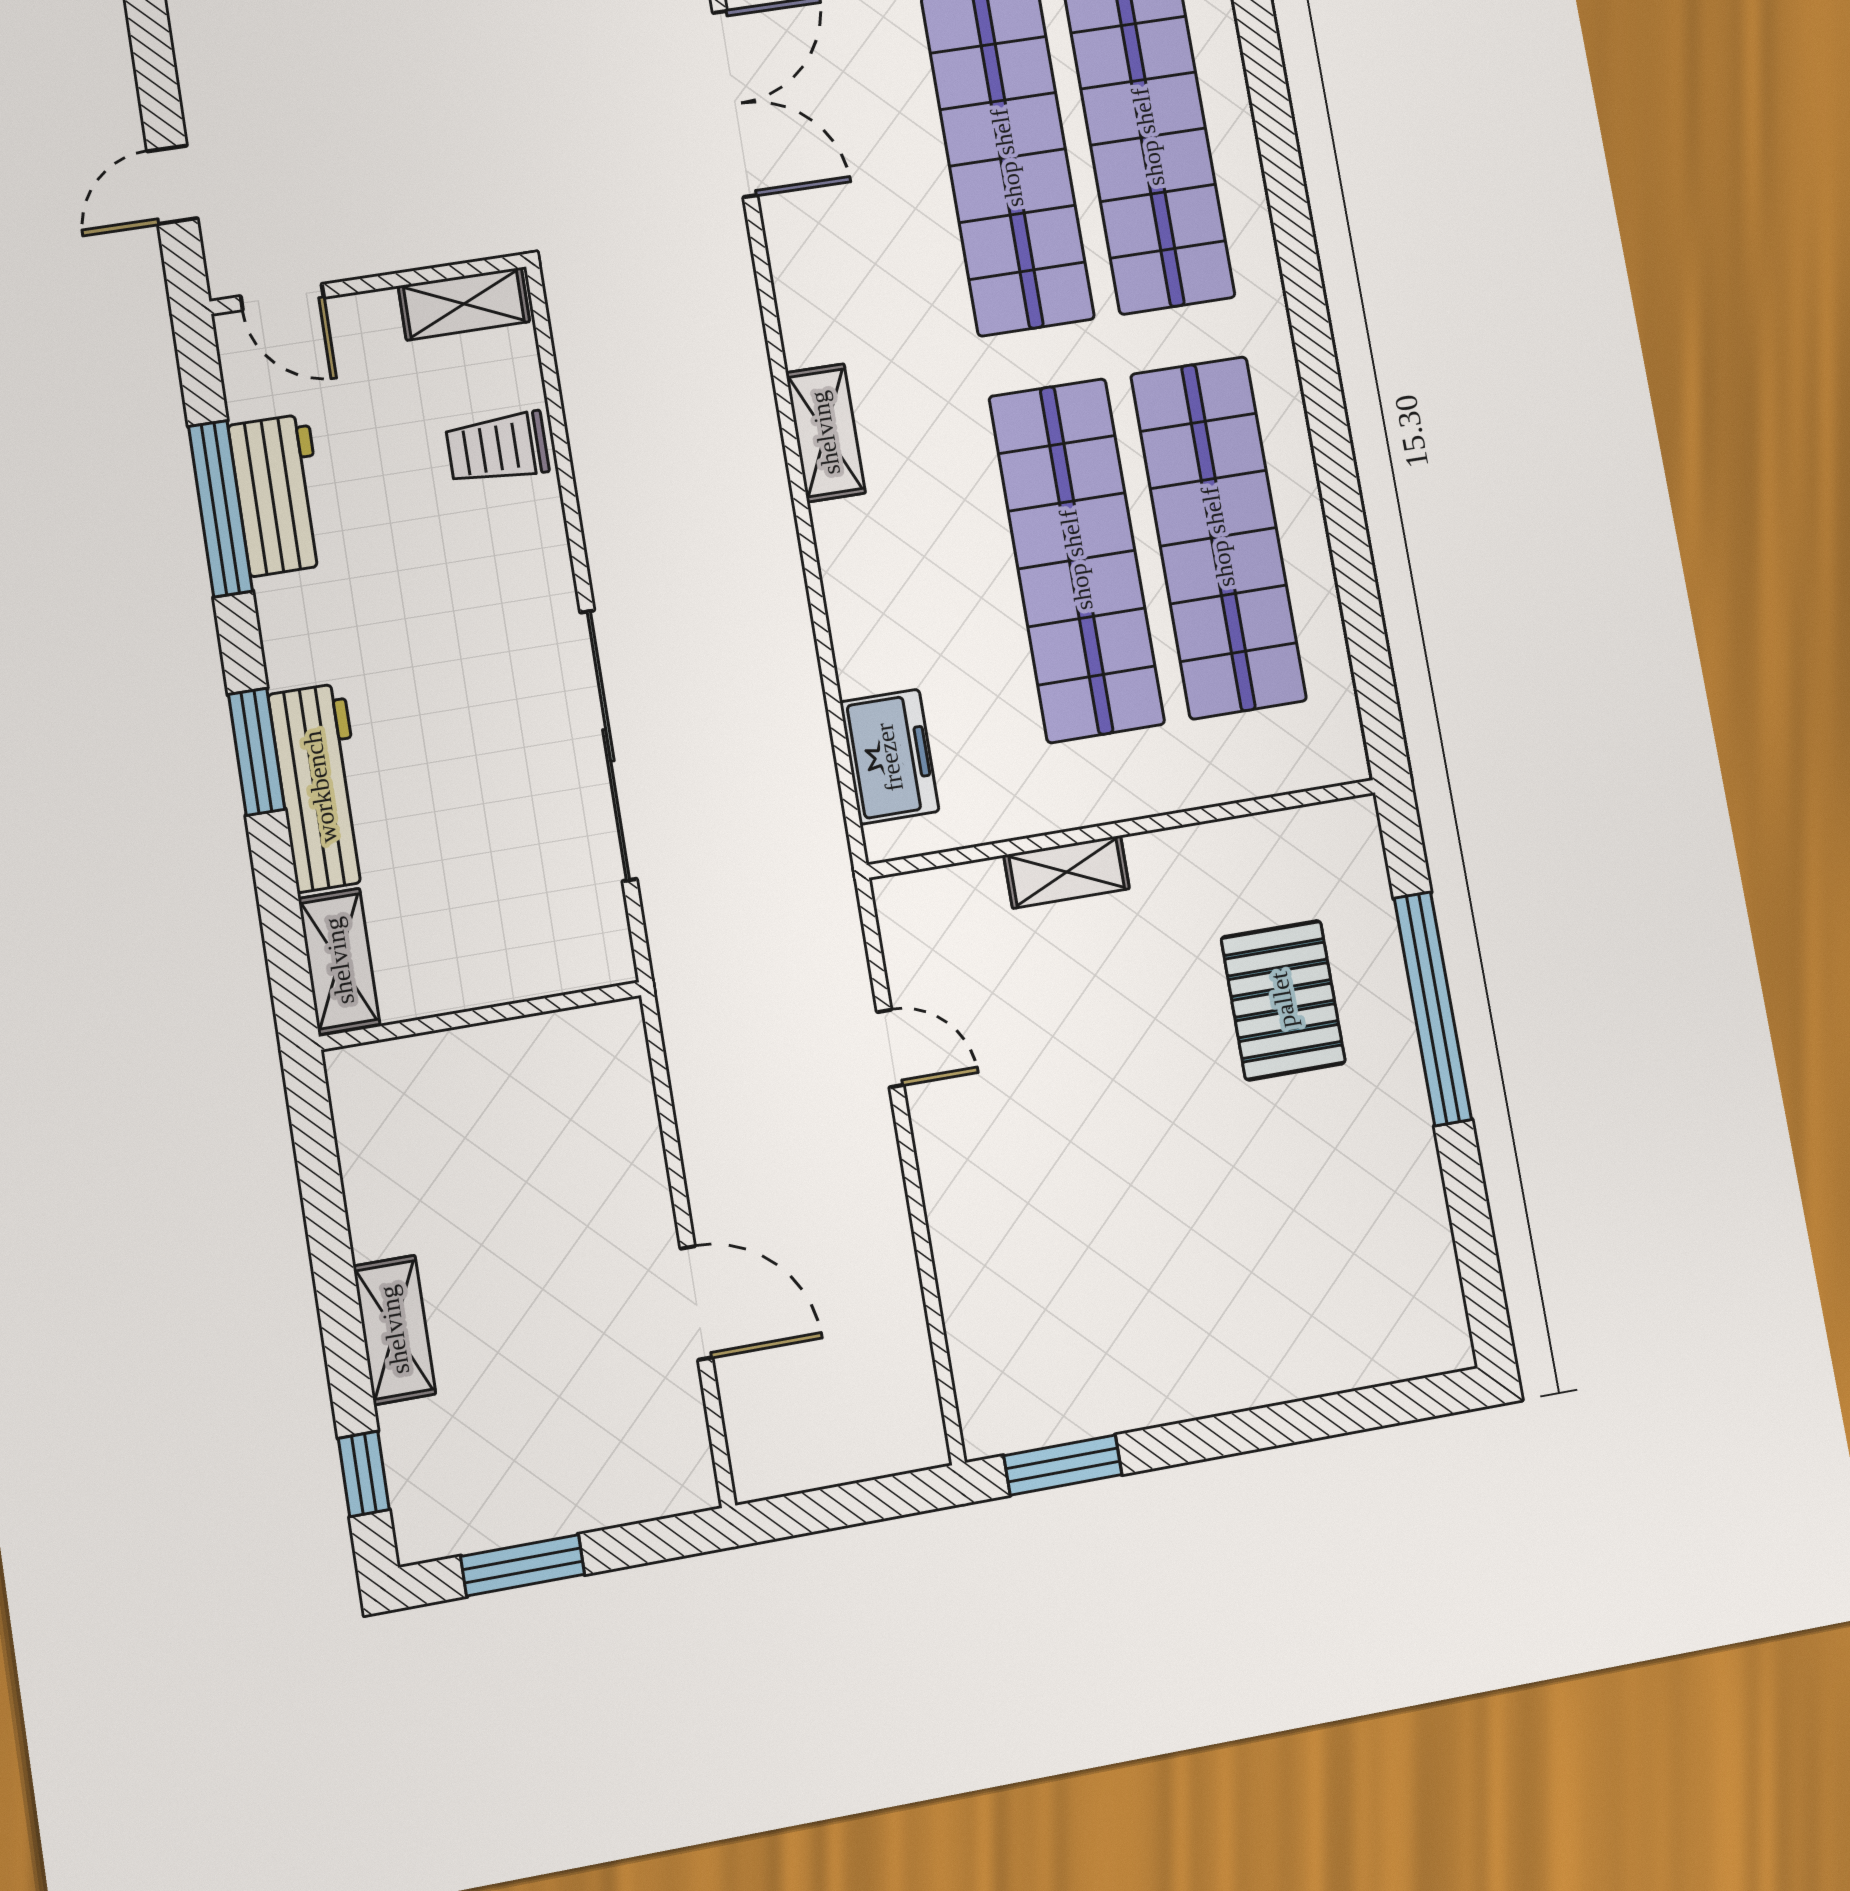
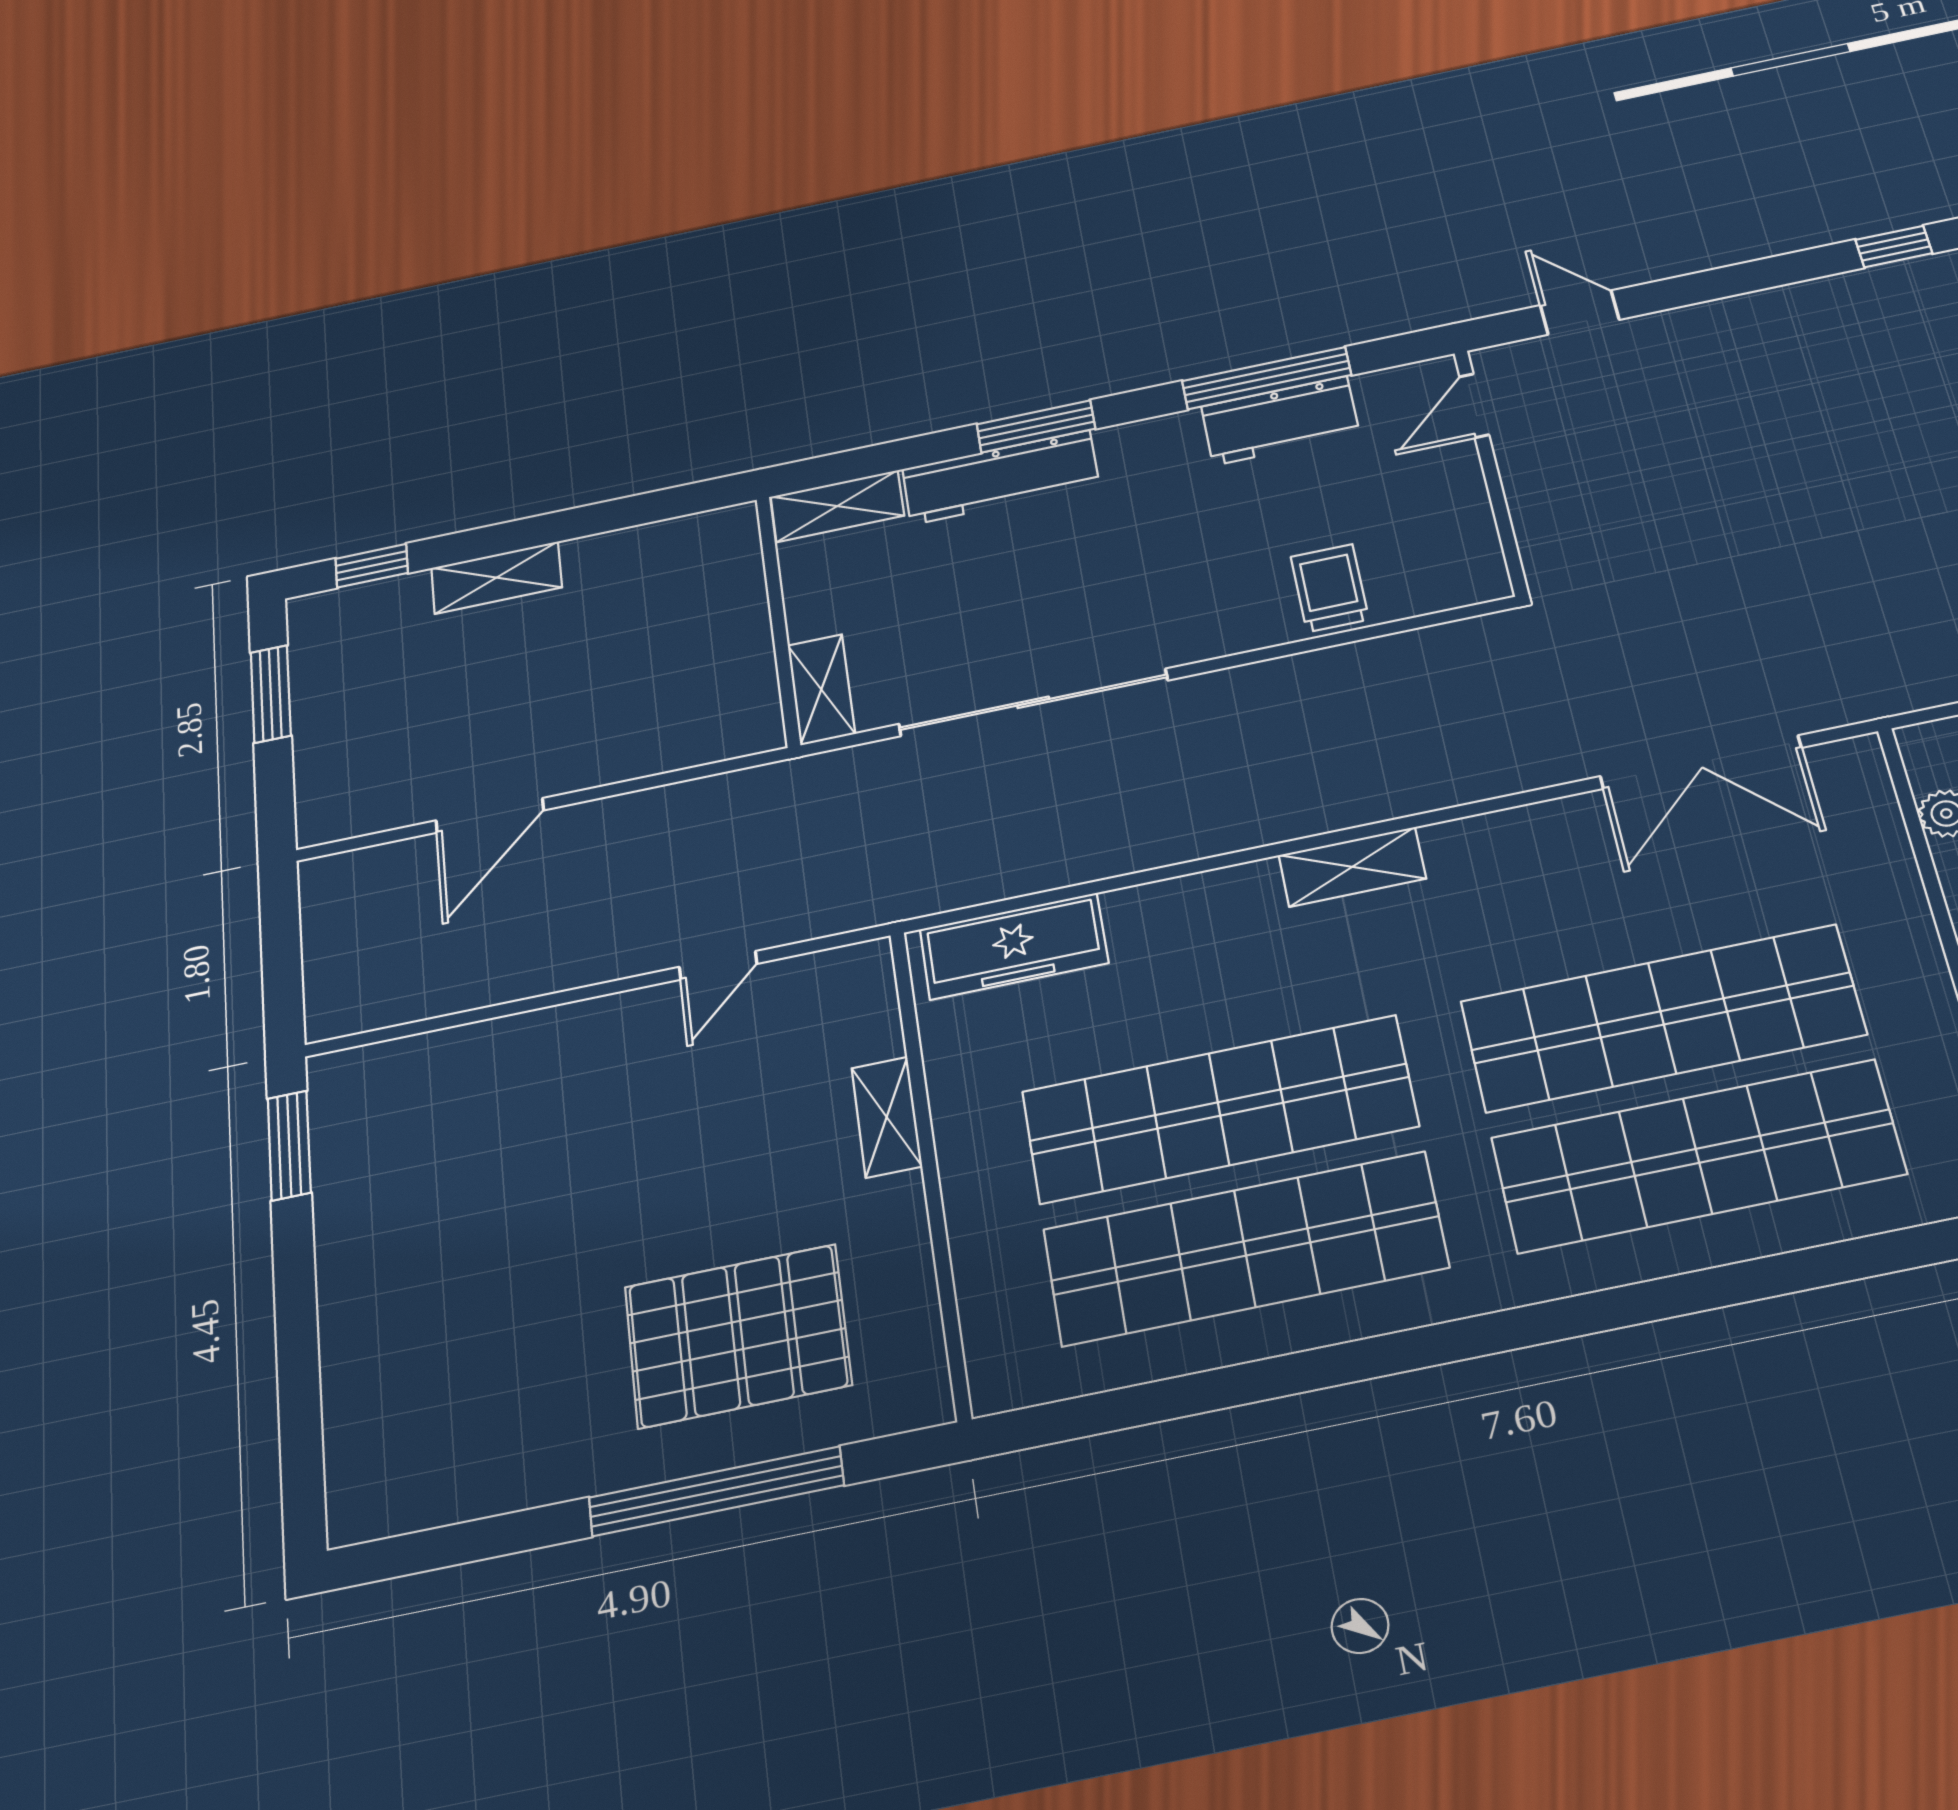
shelving: (464, 304) -> (821, 689), moved
freezer: (889, 757) -> (1014, 946), width x1.40
pallet: (1283, 1000) -> (737, 1336), width x1.37, depth x1.41

